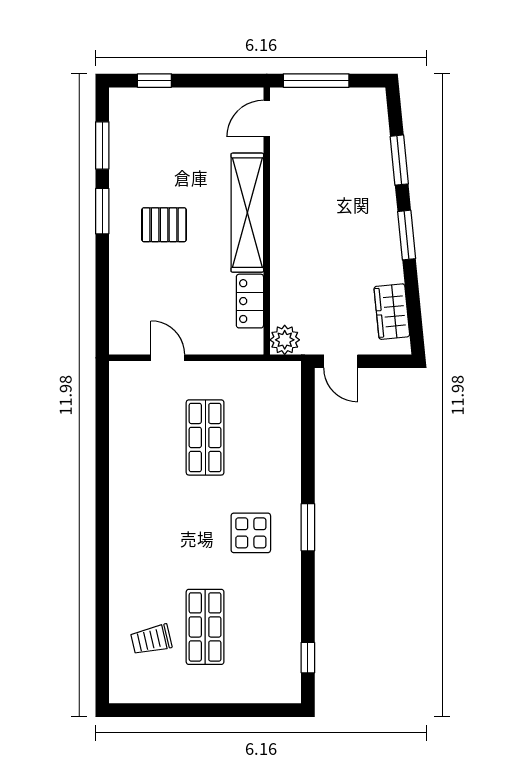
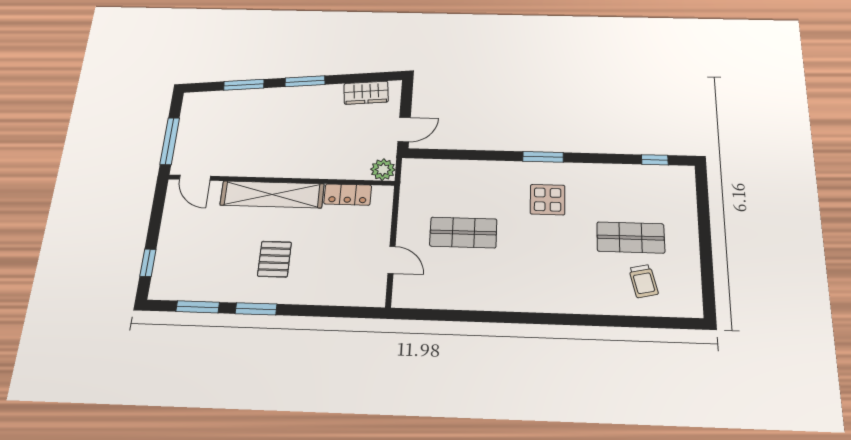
door: (168, 358) -> (391, 260), swing flipped

